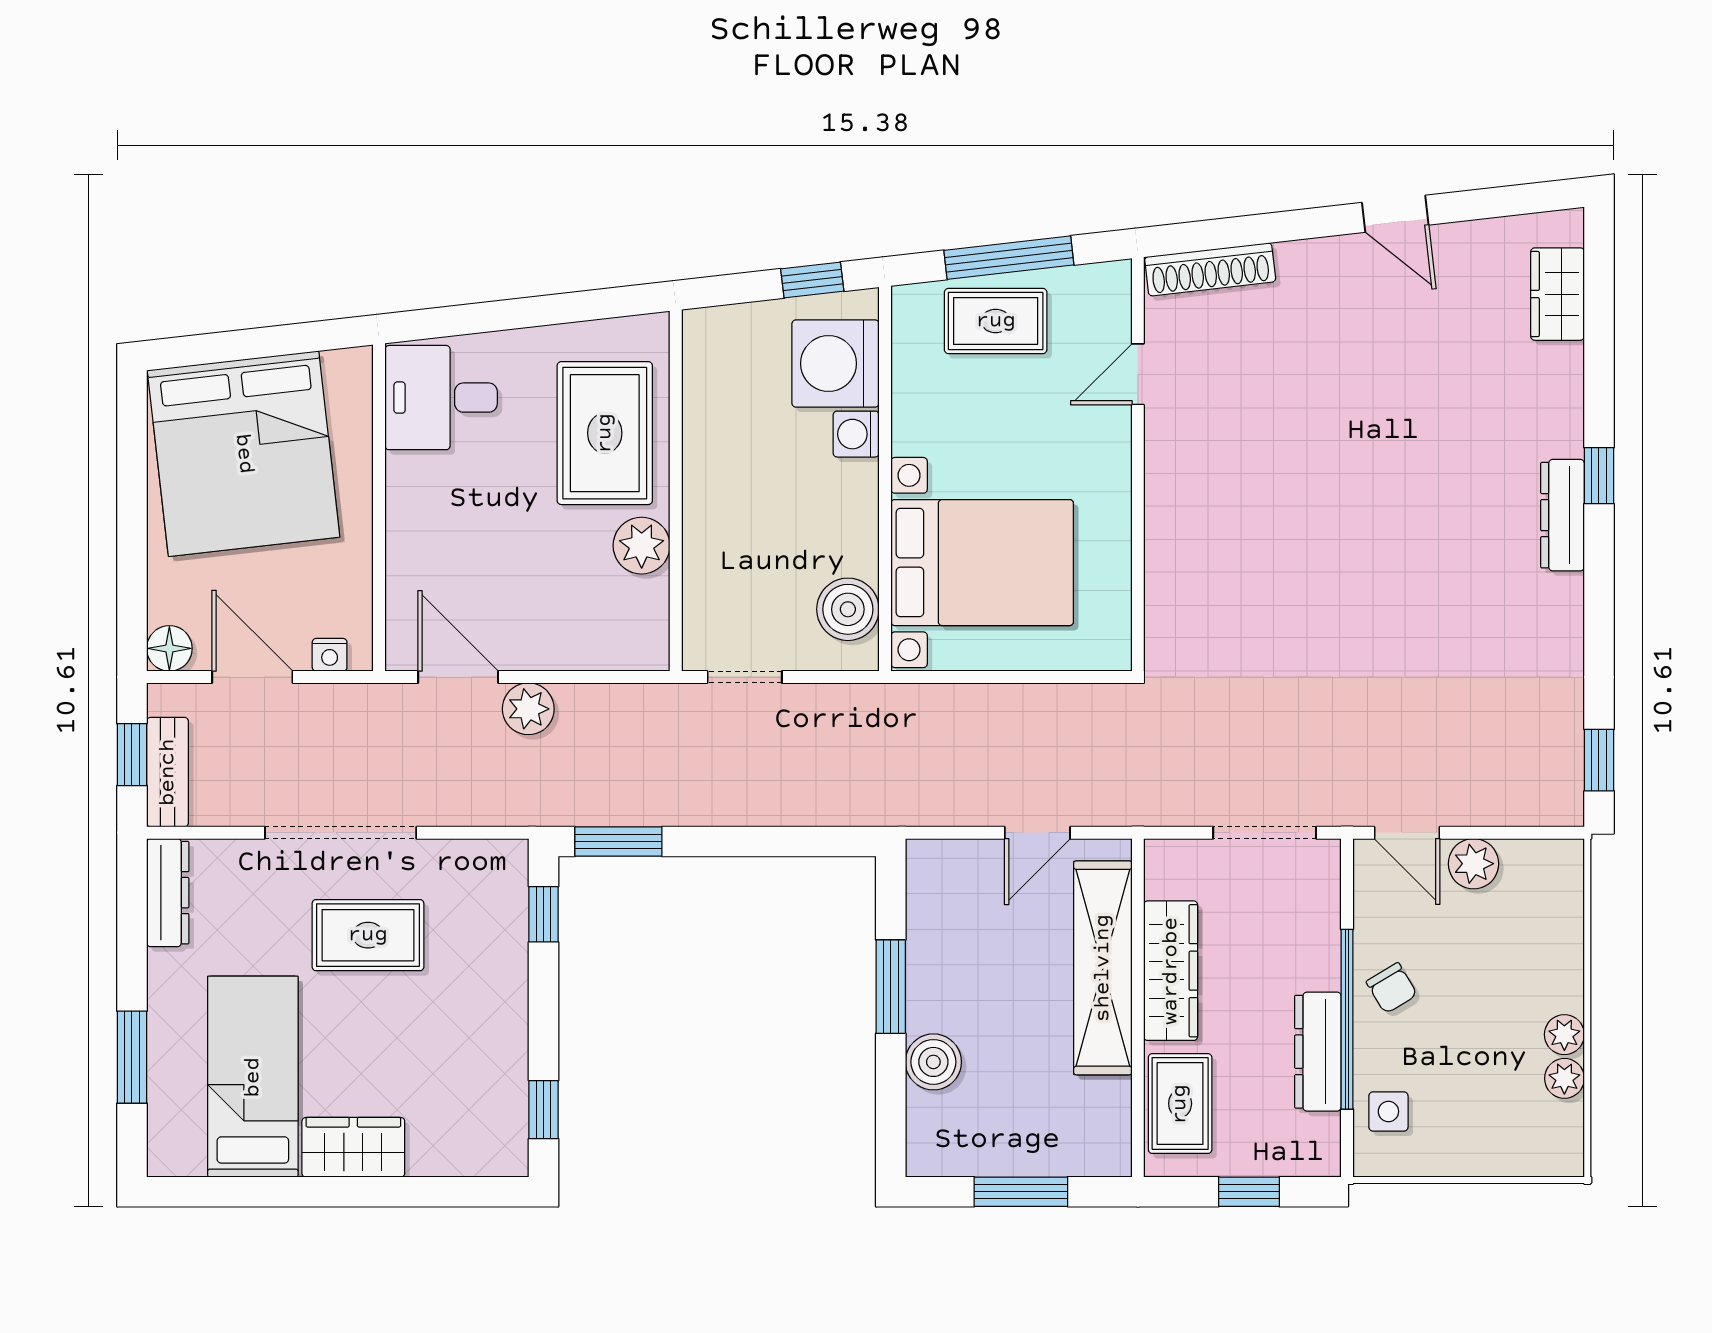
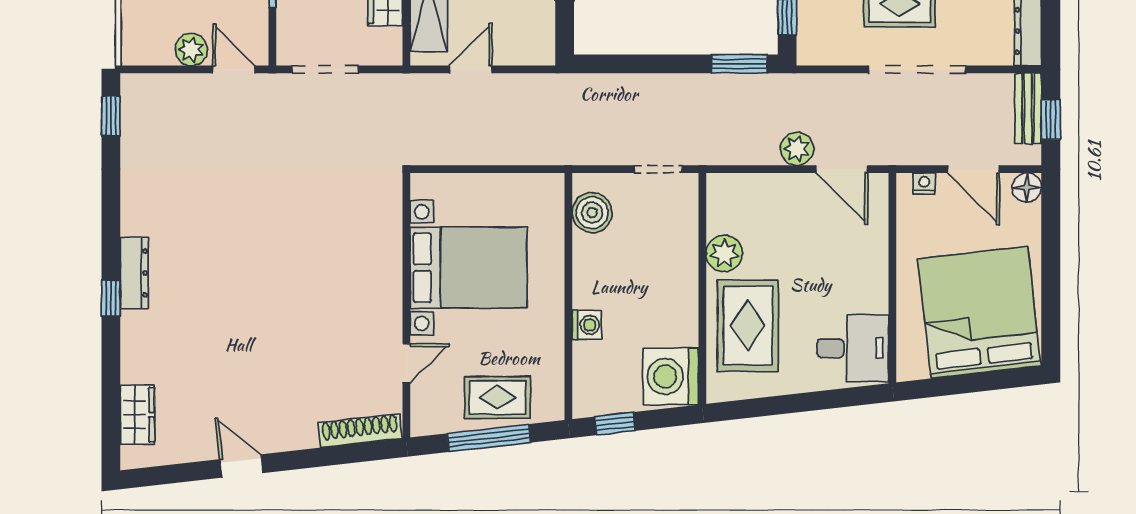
washing machine: (835, 364) -> (671, 376), moved, turned 180
bed with nightstands: (982, 563) -> (469, 268), moved, turned 180

